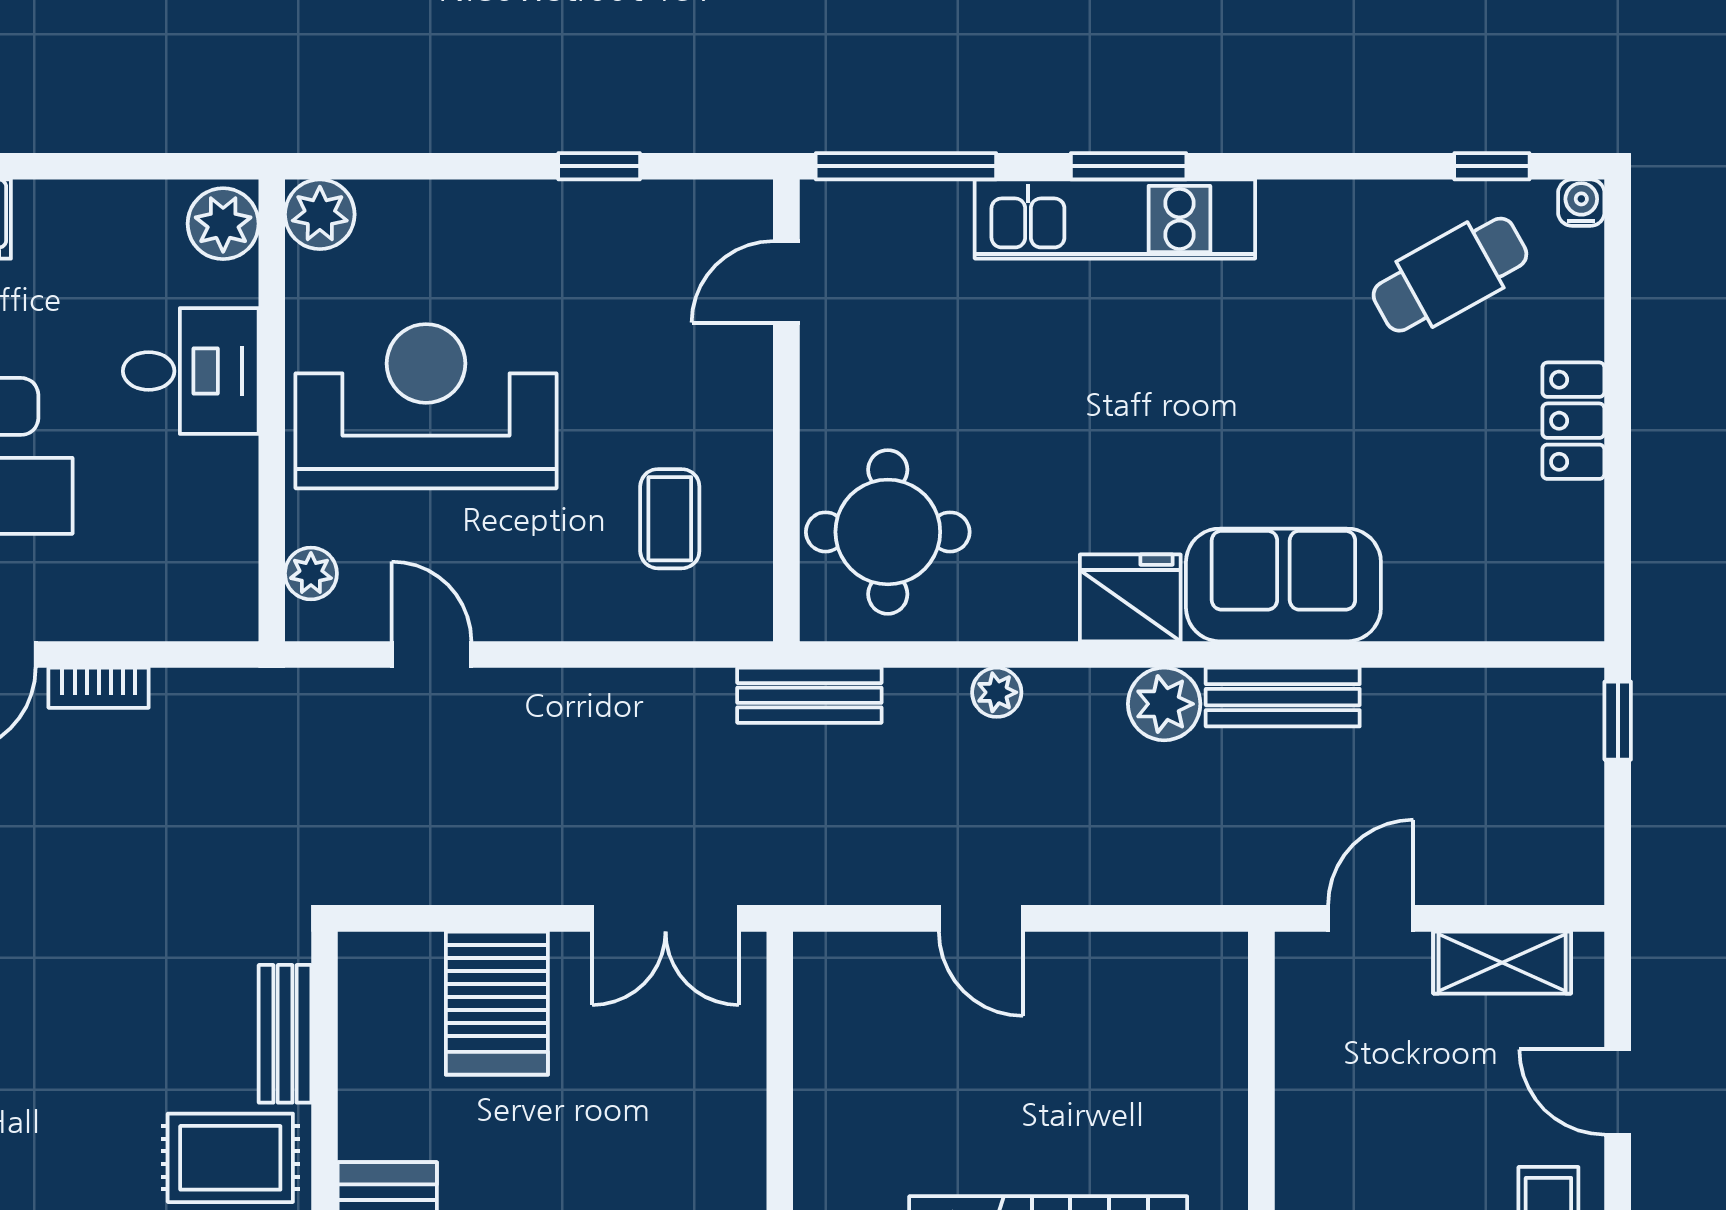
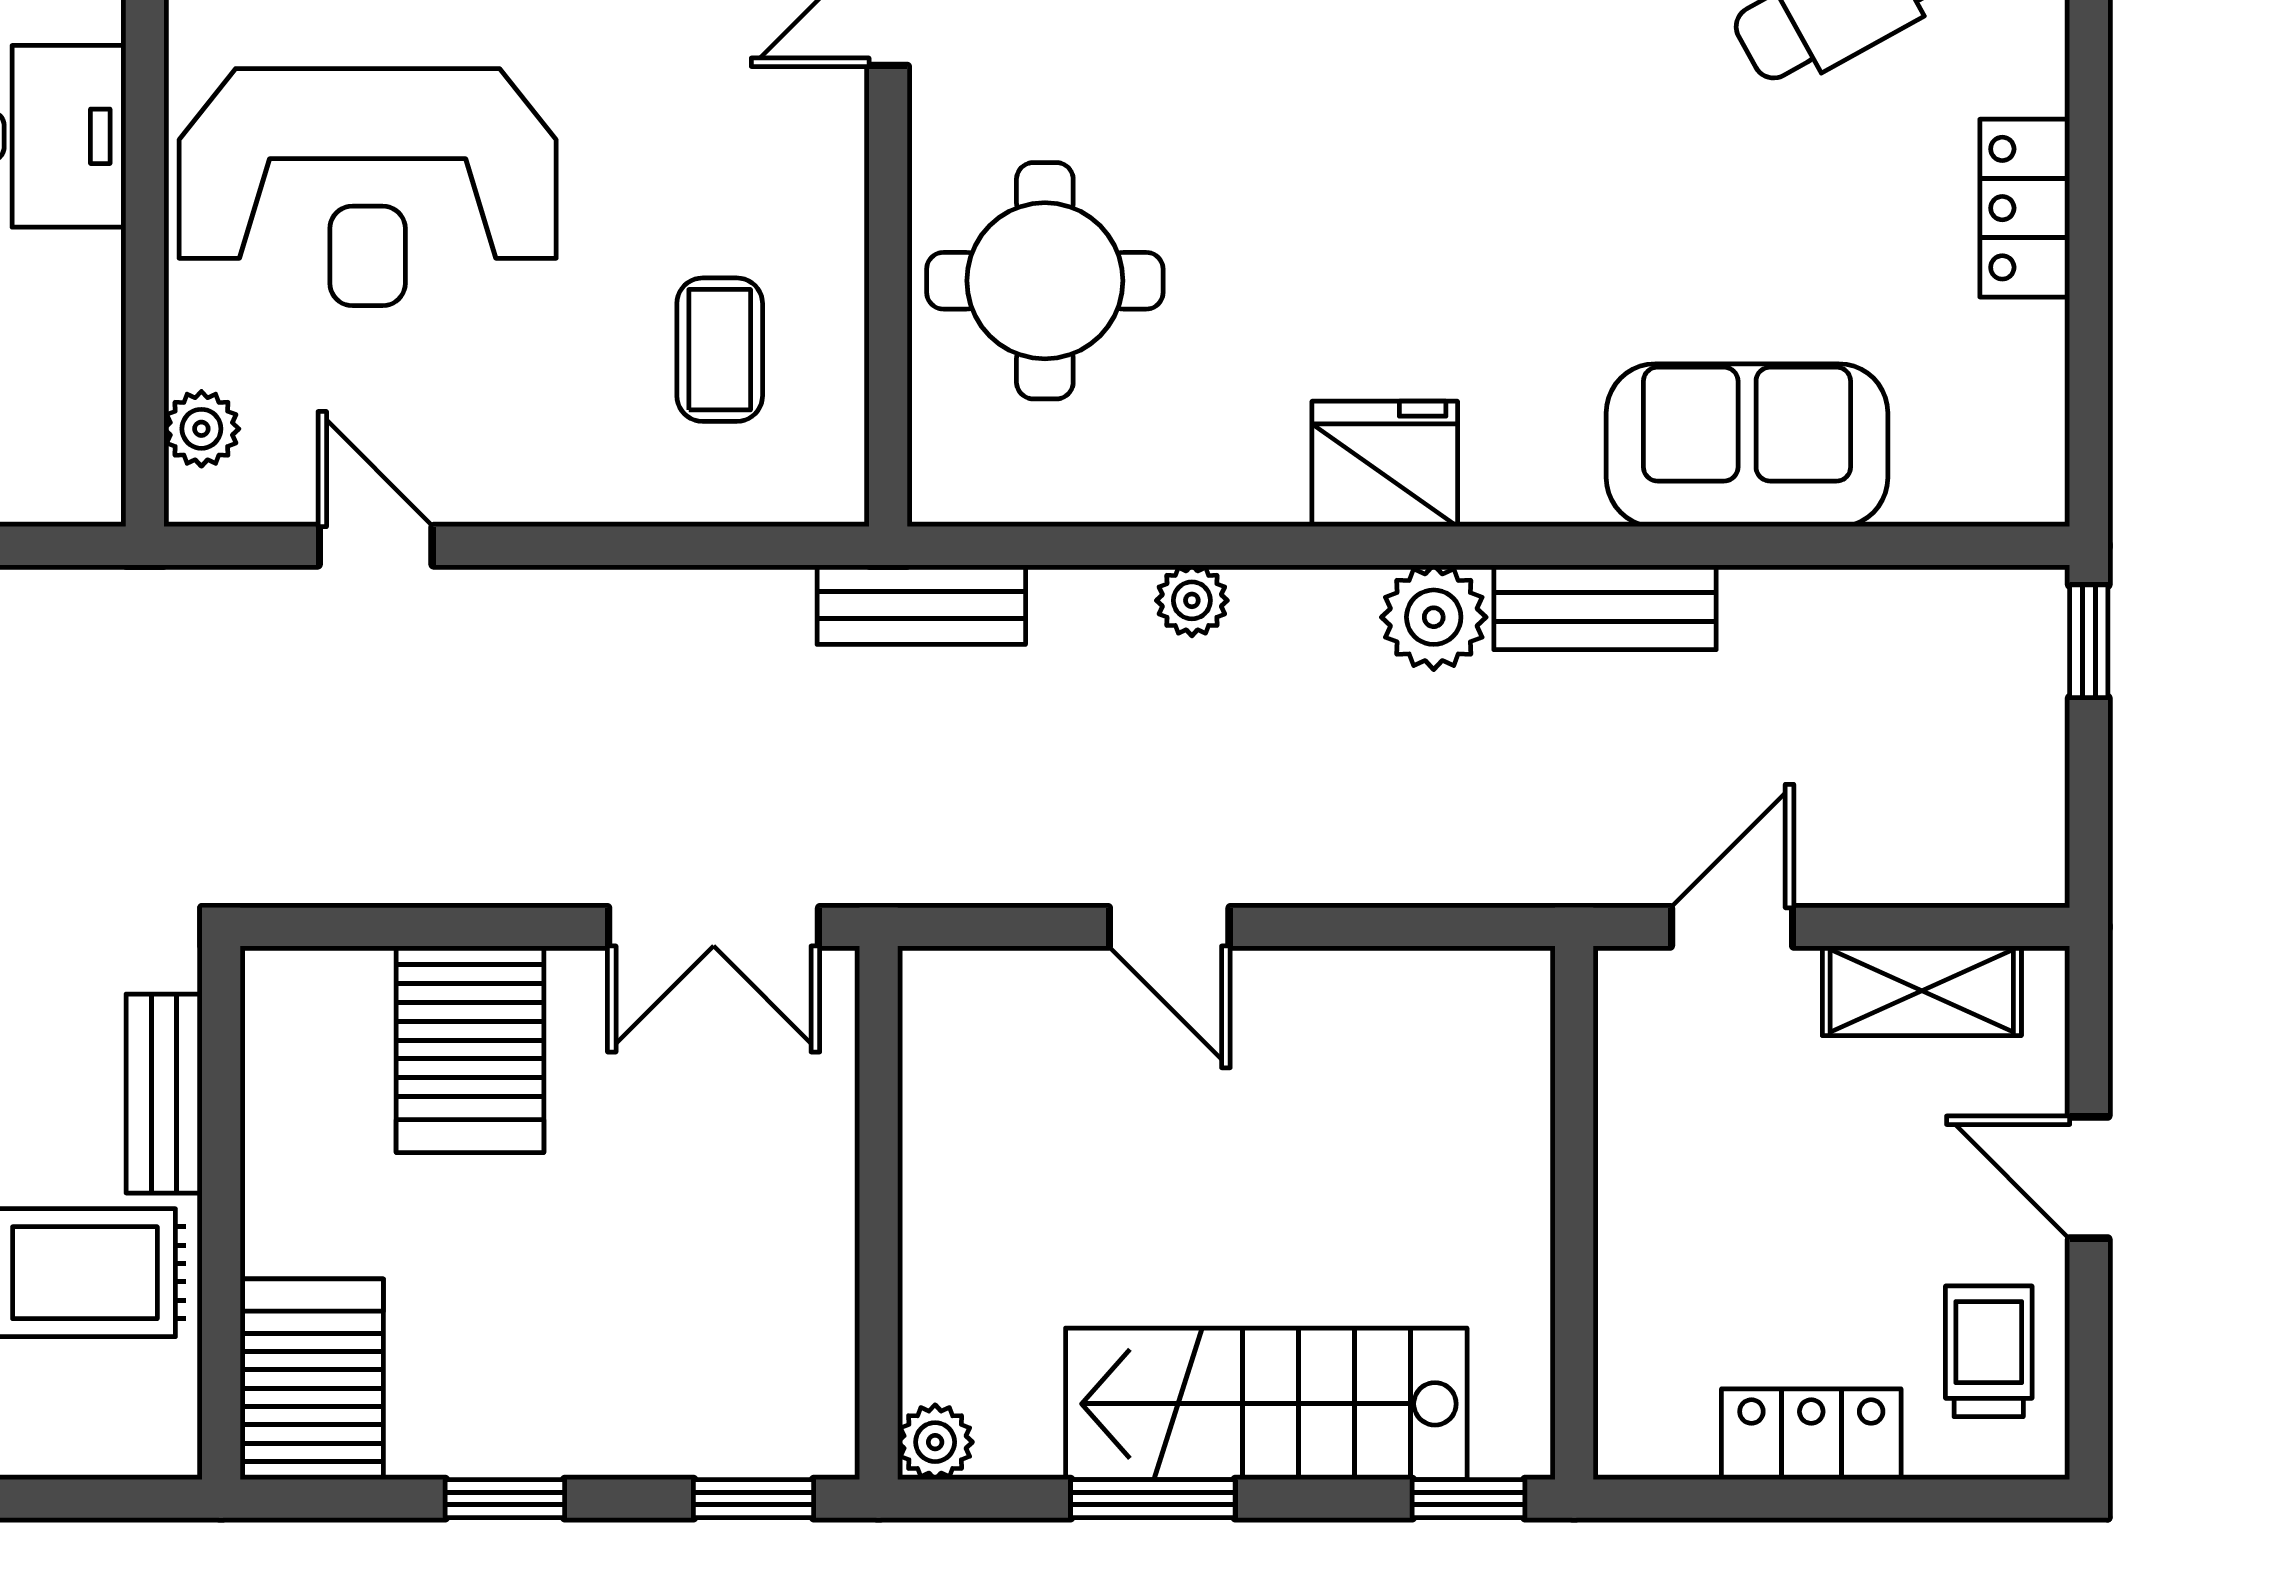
reception desk: (426, 406) -> (368, 187), turned 180
round table: (888, 532) -> (1045, 281), moved
sofa: (1283, 585) -> (1747, 445), moved

